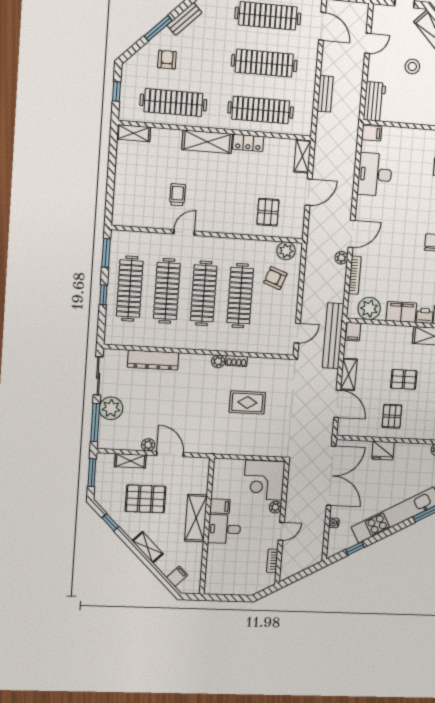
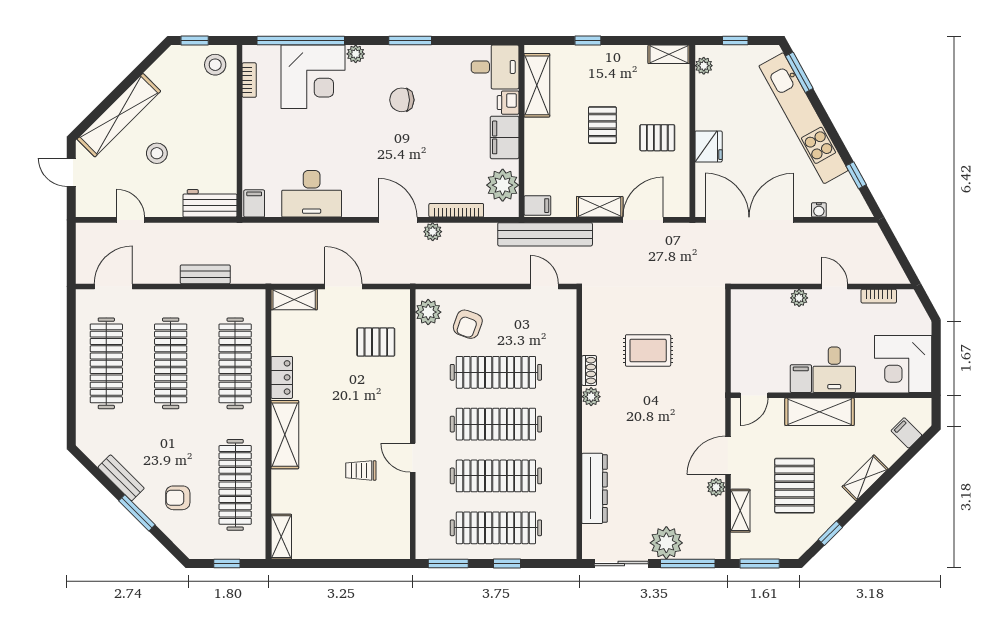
rug: (247, 402) -> (648, 350), turned 90
door: (211, 474) -> (754, 395), added
corner desk: (264, 480) -> (903, 364), moved, turned 90

